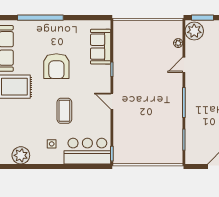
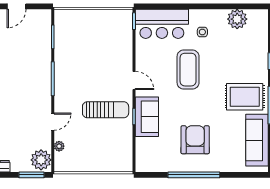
window: (40, 18) -> (194, 175), moved
sofa: (101, 47) -> (147, 117), moved
armchair: (56, 66) -> (195, 140), moved
sun lounger: (137, 75) -> (106, 110), added
coffee table: (64, 111) -> (188, 70), width x1.36, depth x1.32

